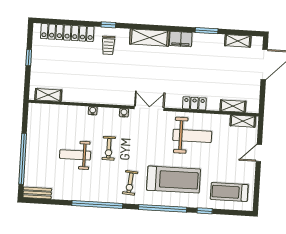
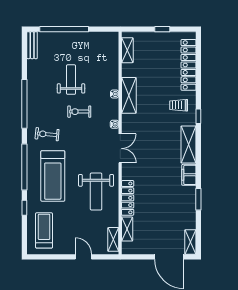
window: (108, 25) -> (198, 116), moved
shelving: (238, 41) -> (190, 242), moved
shelving: (95, 96) -> (129, 95), added
locker: (194, 103) -> (128, 198), width x1.53

